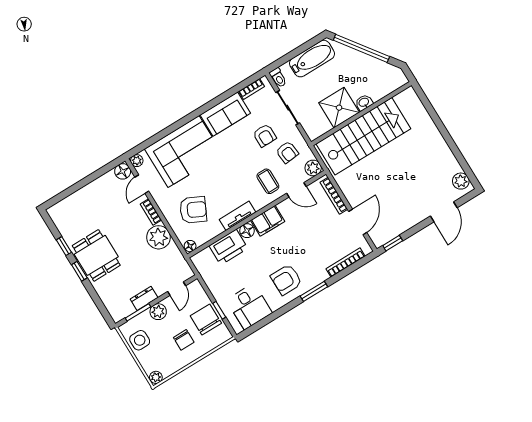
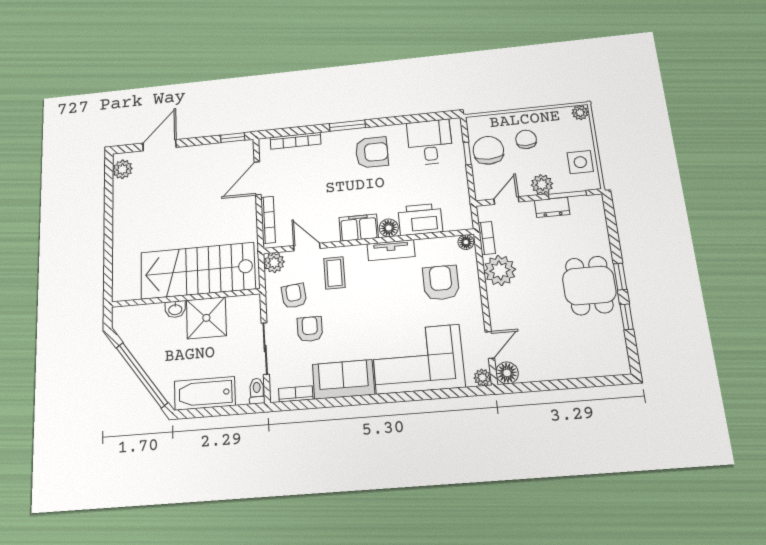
armchair: (193, 210) -> (441, 283), turned 64
bookcase: (151, 212) -> (487, 238), moved
chair: (206, 320) -> (488, 150), turned 180

